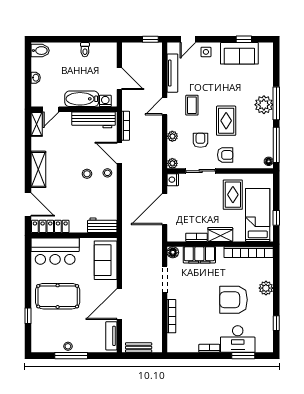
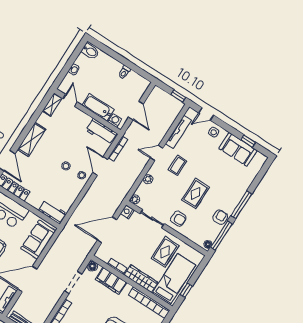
plant: (264, 105) -> (232, 200), removed
door: (51, 109) -> (70, 100), swing flipped
workbench: (94, 120) -> (101, 132), width x0.73
armchair: (200, 140) -> (220, 217), moved
wardrobe: (220, 234) -> (141, 279), width x1.50

